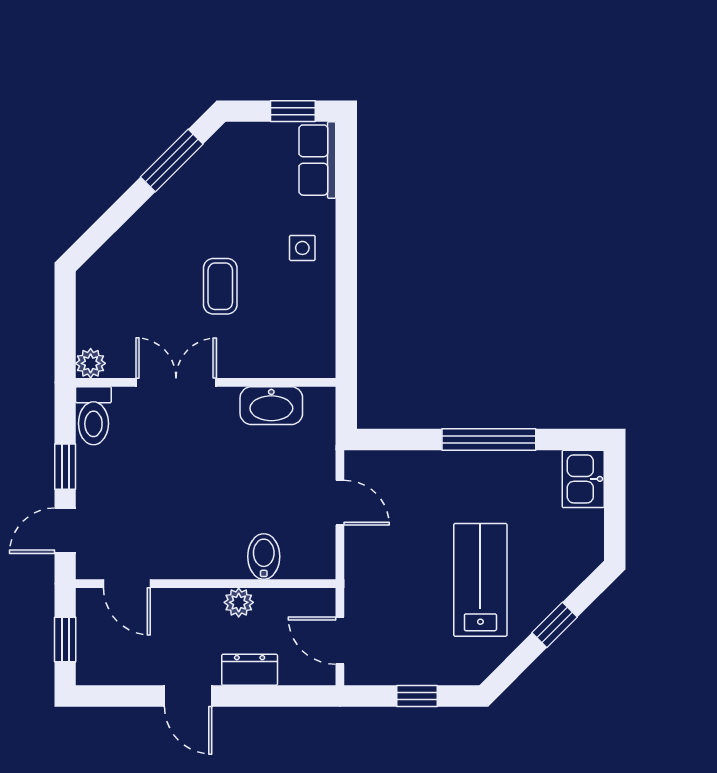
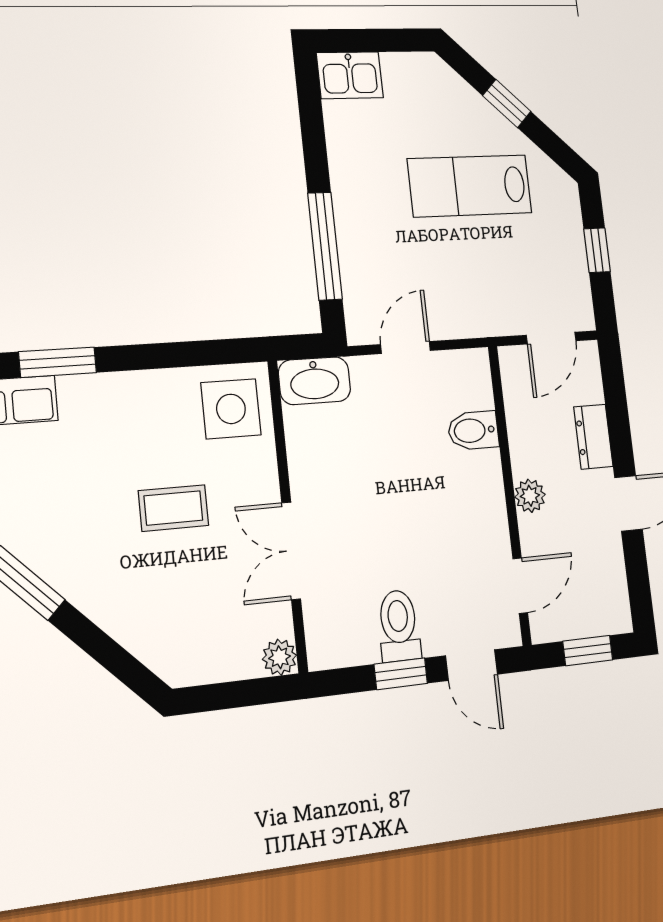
window: (346, 202) -> (58, 362), added
side table: (302, 248) -> (231, 409), moved, width x1.87, depth x1.87
washbasin: (271, 406) -> (314, 381), moved, turned 90
toilet: (93, 416) -> (399, 626), moved, turned -90
window: (489, 440) -> (325, 246), moved
plant: (239, 602) -> (530, 496), moved

